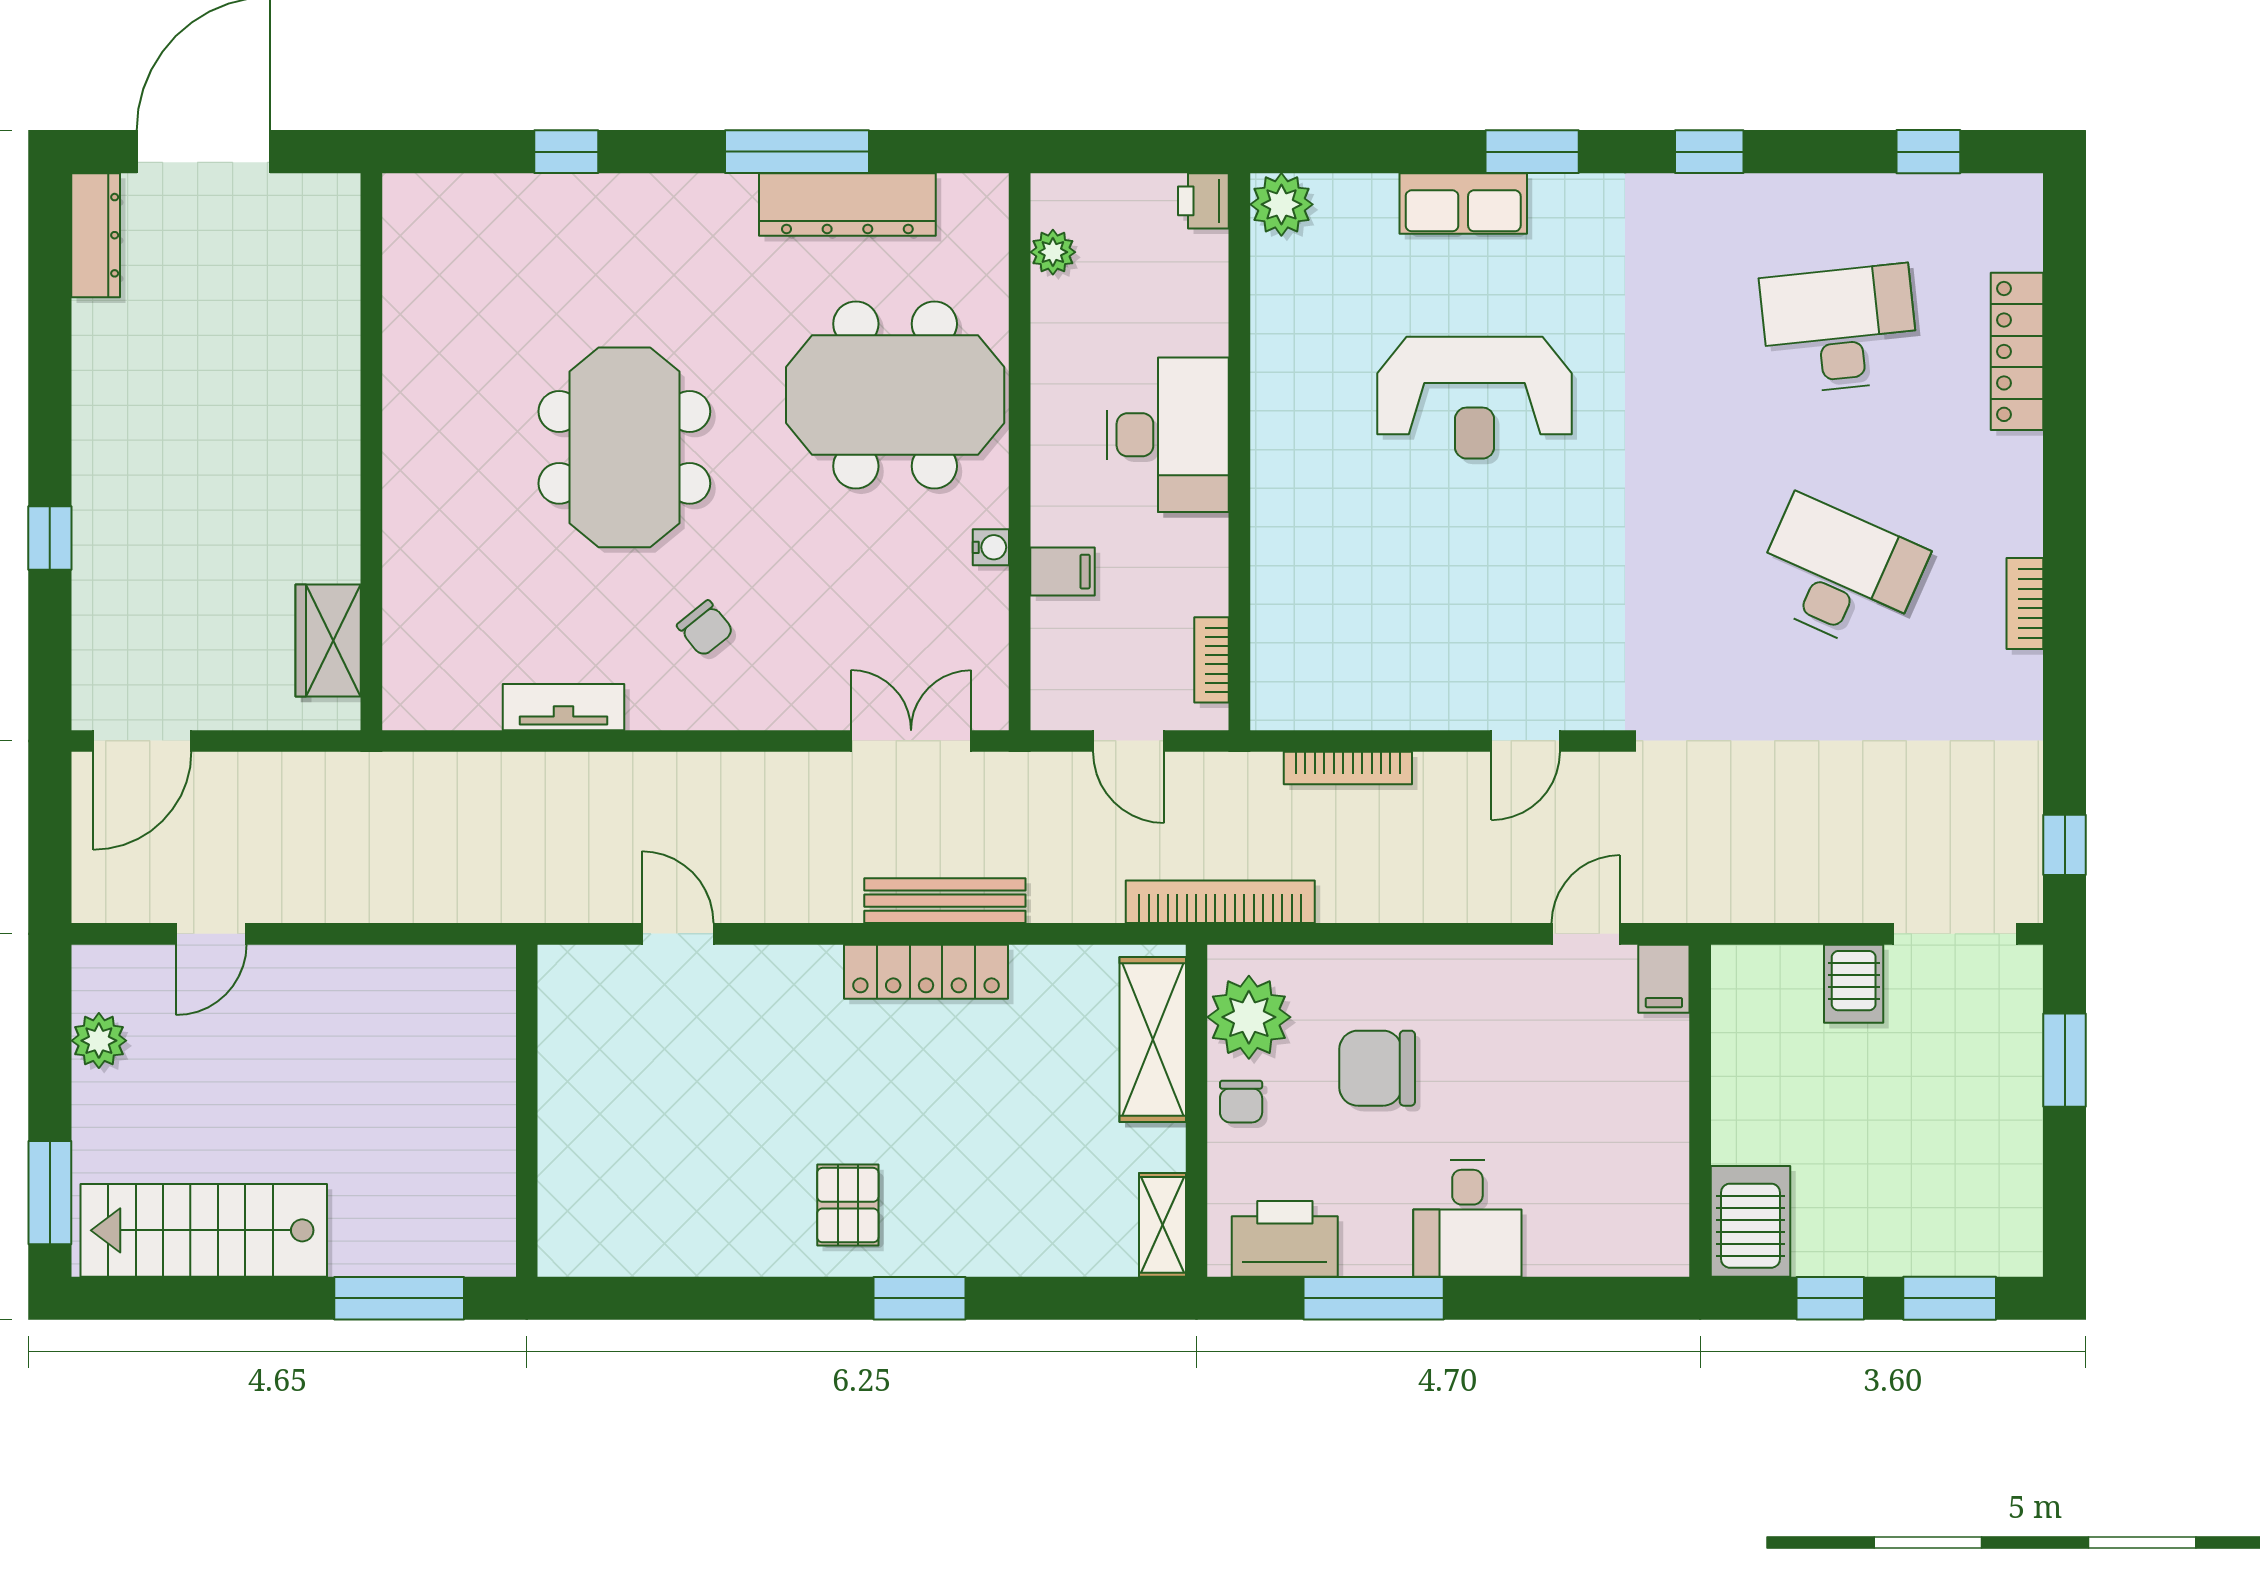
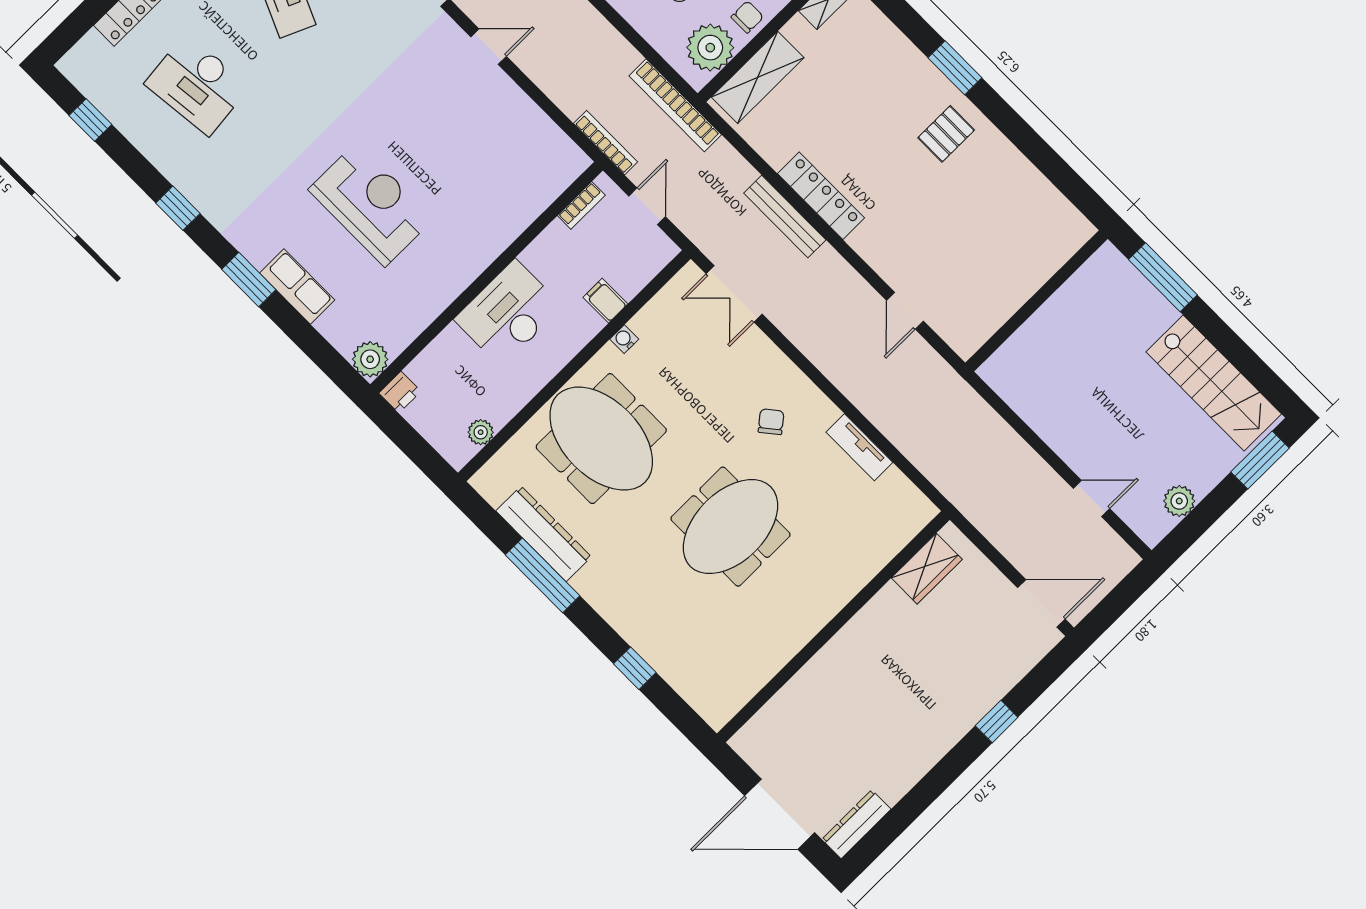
bookcase: (1348, 768) -> (606, 143), moved

